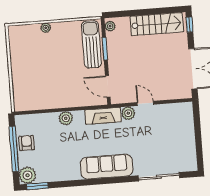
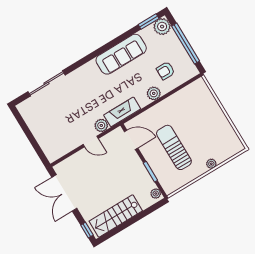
sun lounger: (91, 44) -> (174, 147), moved, turned 180
armchair: (27, 143) -> (166, 71), moved, turned 90
sofa: (107, 167) -> (121, 54), moved

